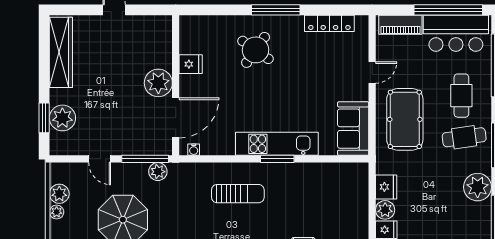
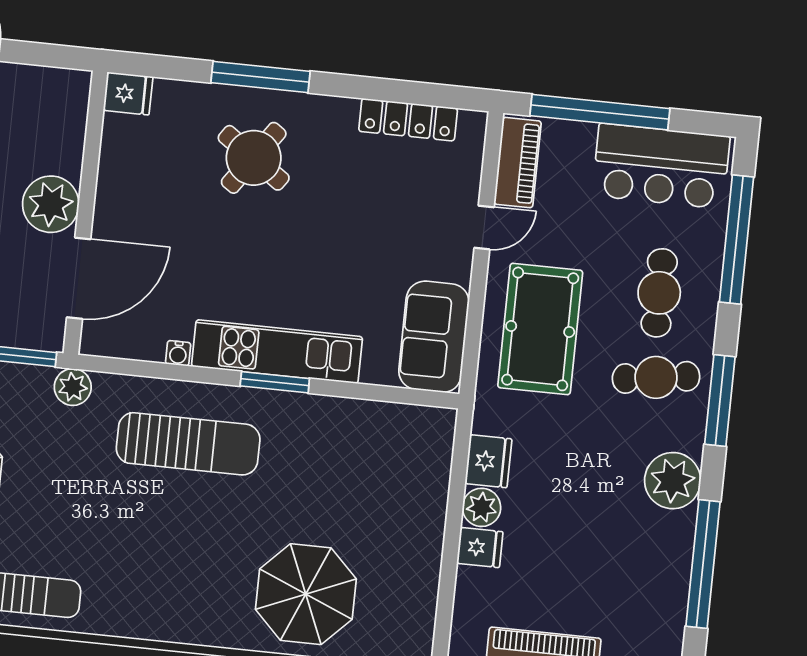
window: (276, 10) -> (261, 77), moved
window: (448, 10) -> (600, 112), moved
piano: (400, 25) -> (518, 163), moved, turned -90
fridge: (191, 64) -> (128, 94), moved
water cooler: (194, 150) -> (178, 353), moved
plant: (158, 172) -> (73, 387), moved
sun lounger: (238, 194) -> (188, 444), width x1.36, depth x1.34

